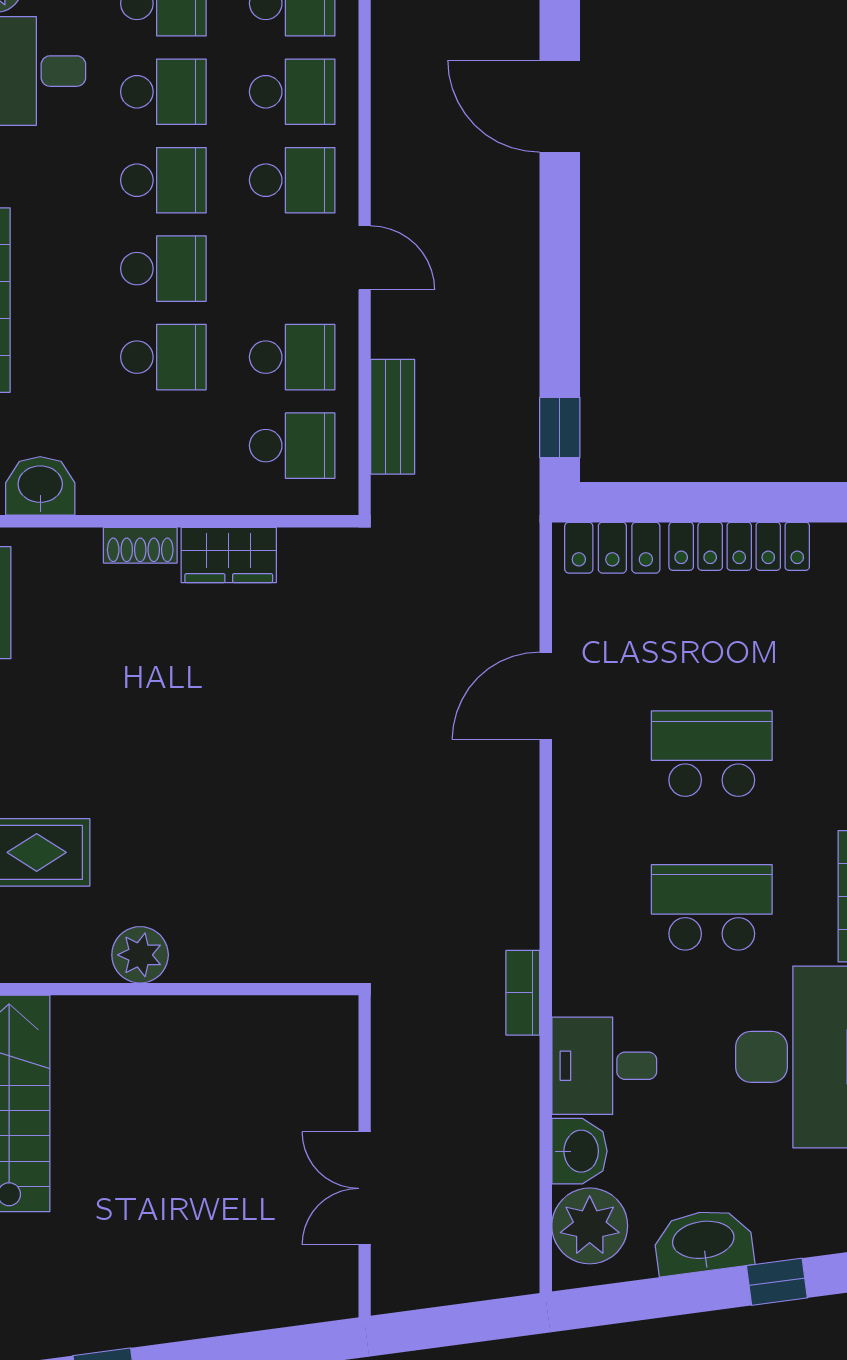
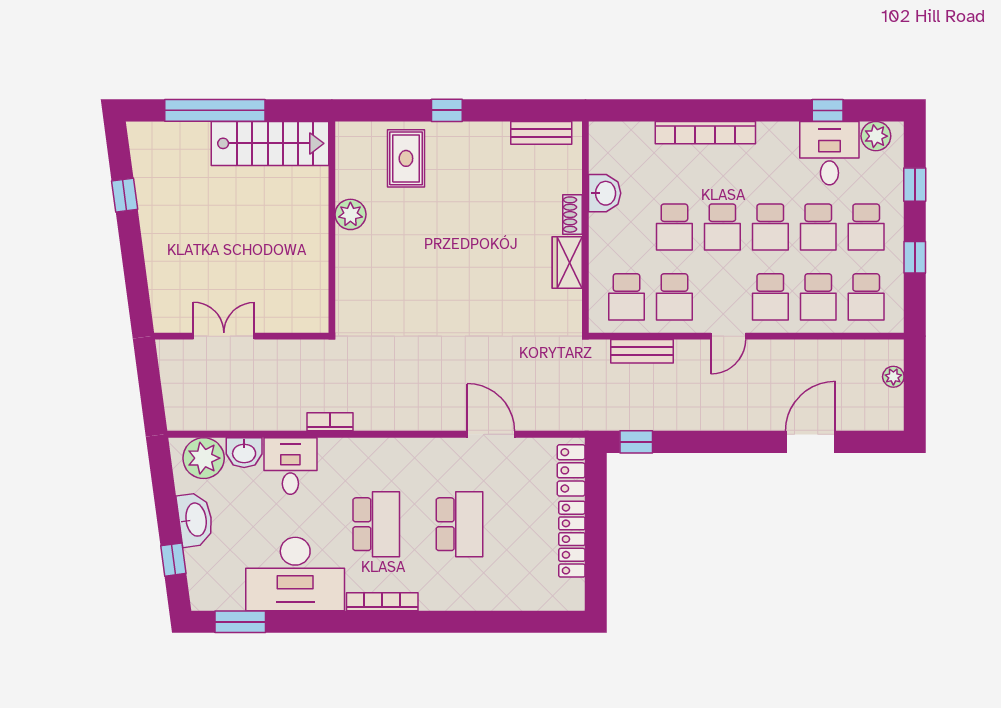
washbasin: (40, 486) -> (605, 193), moved

